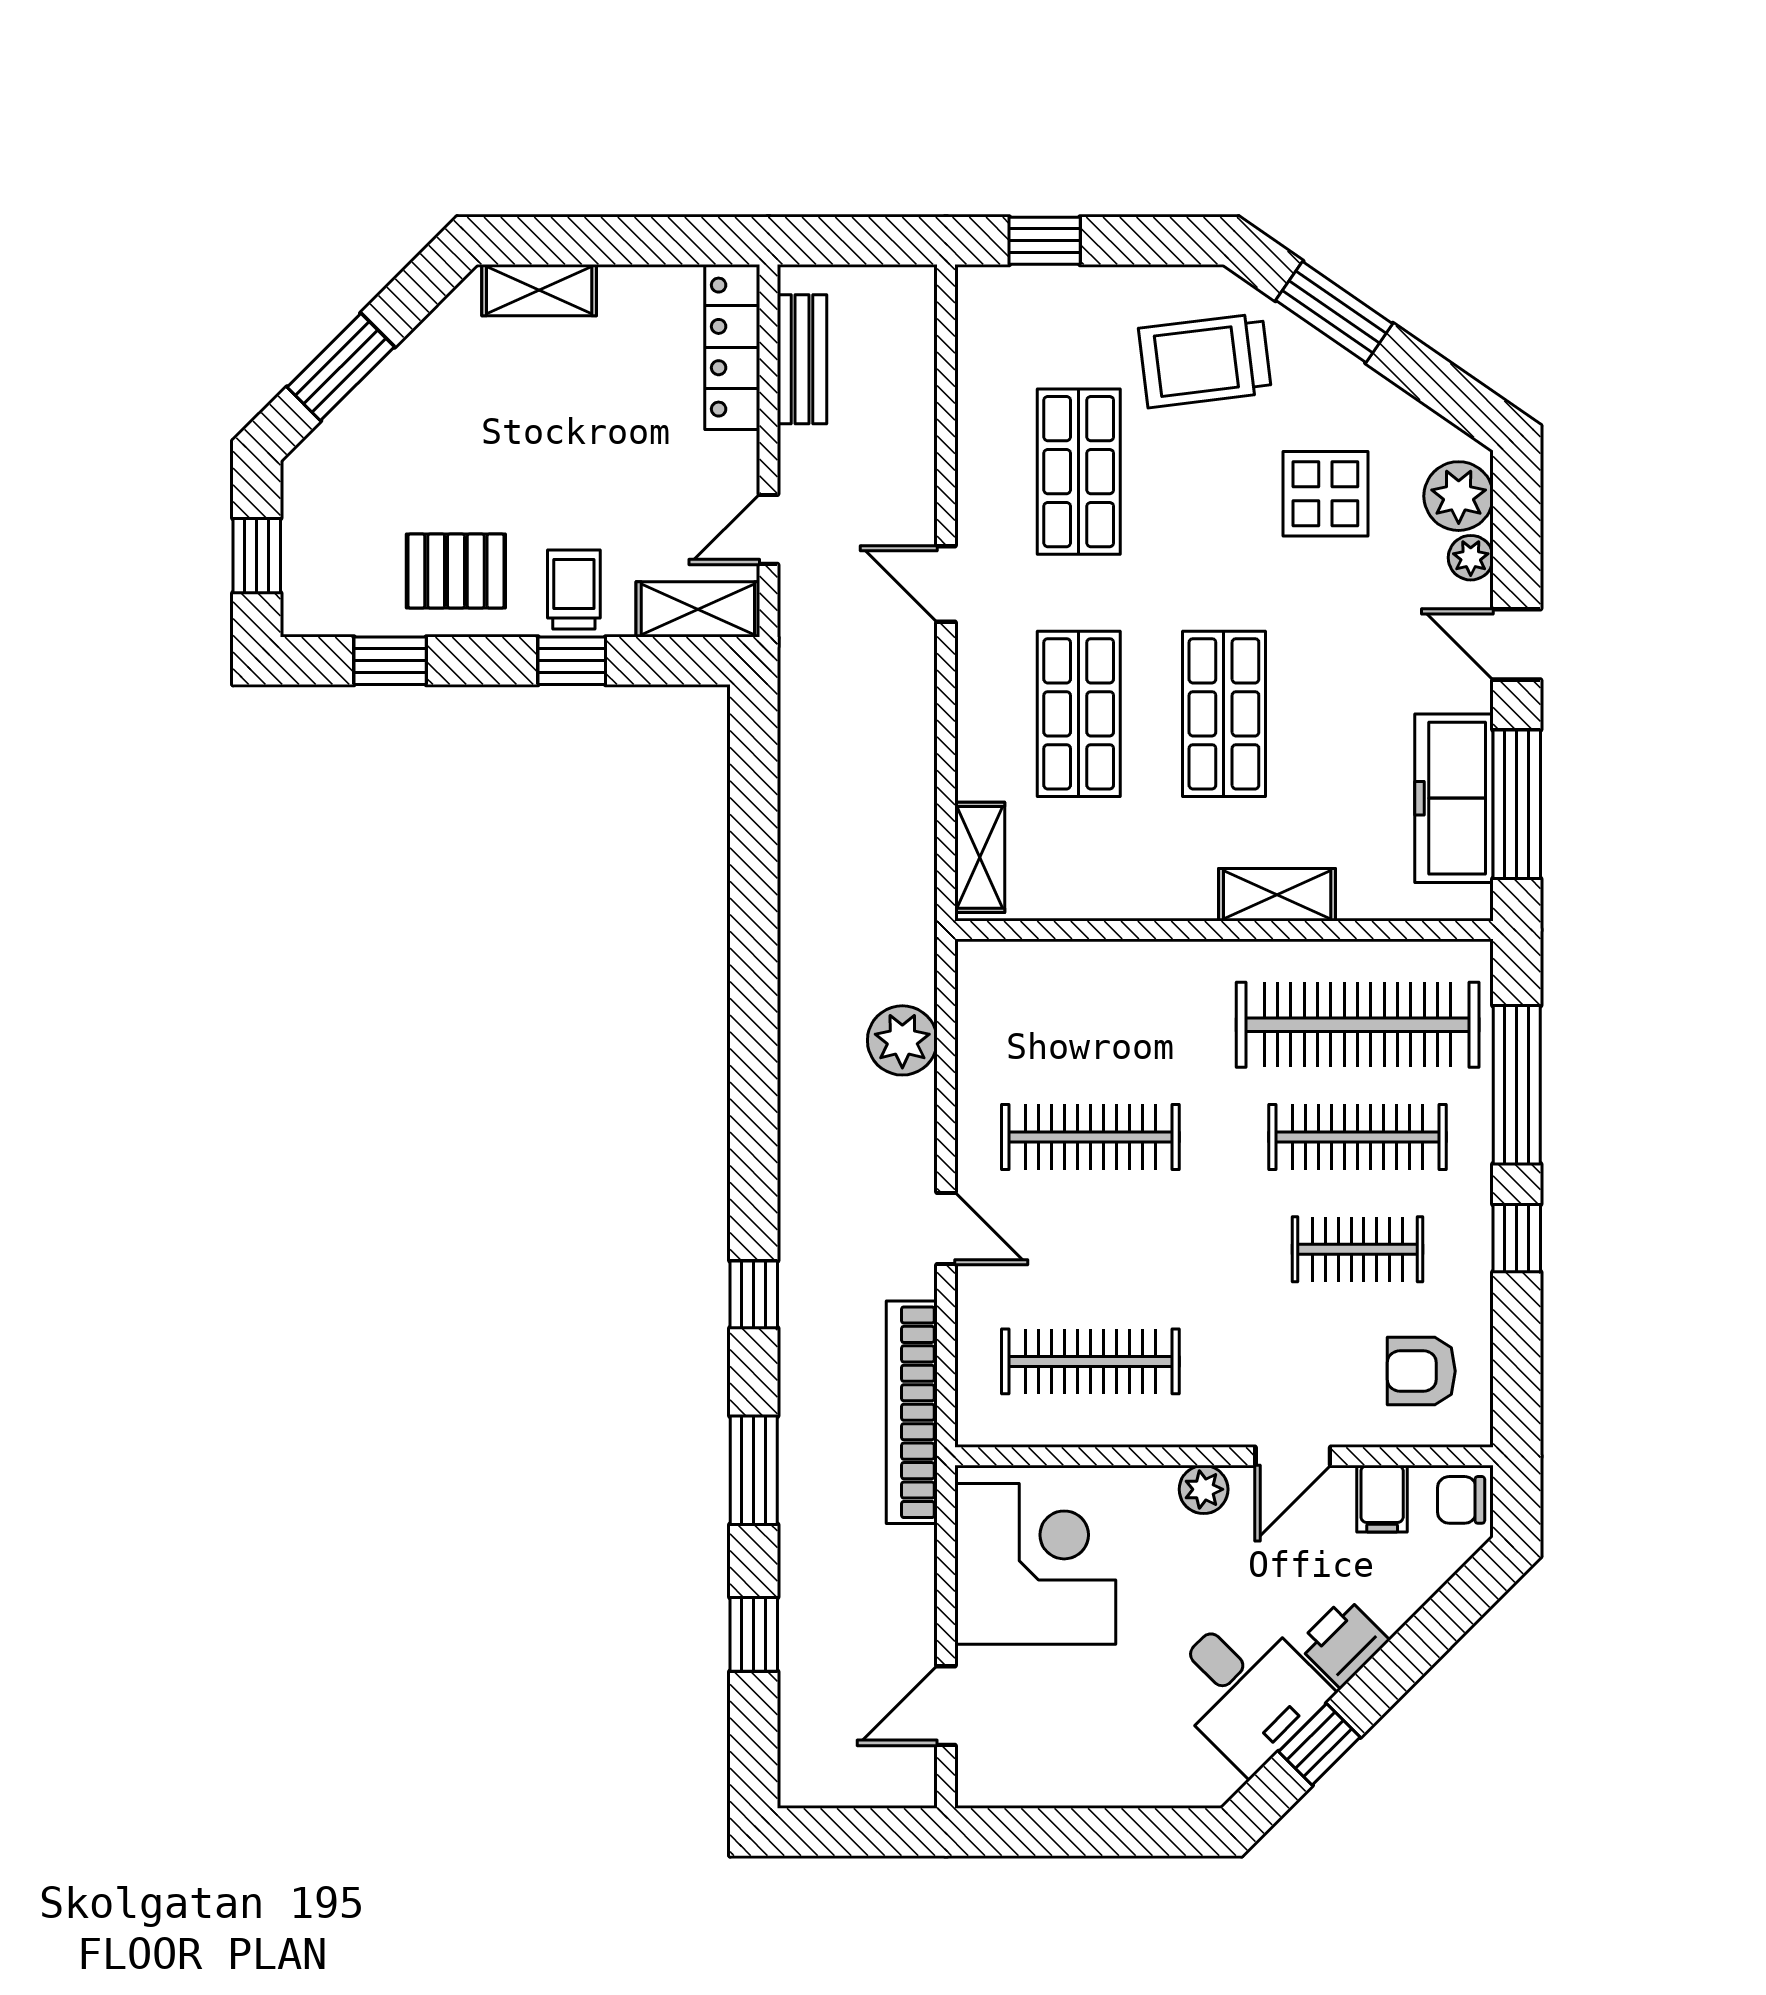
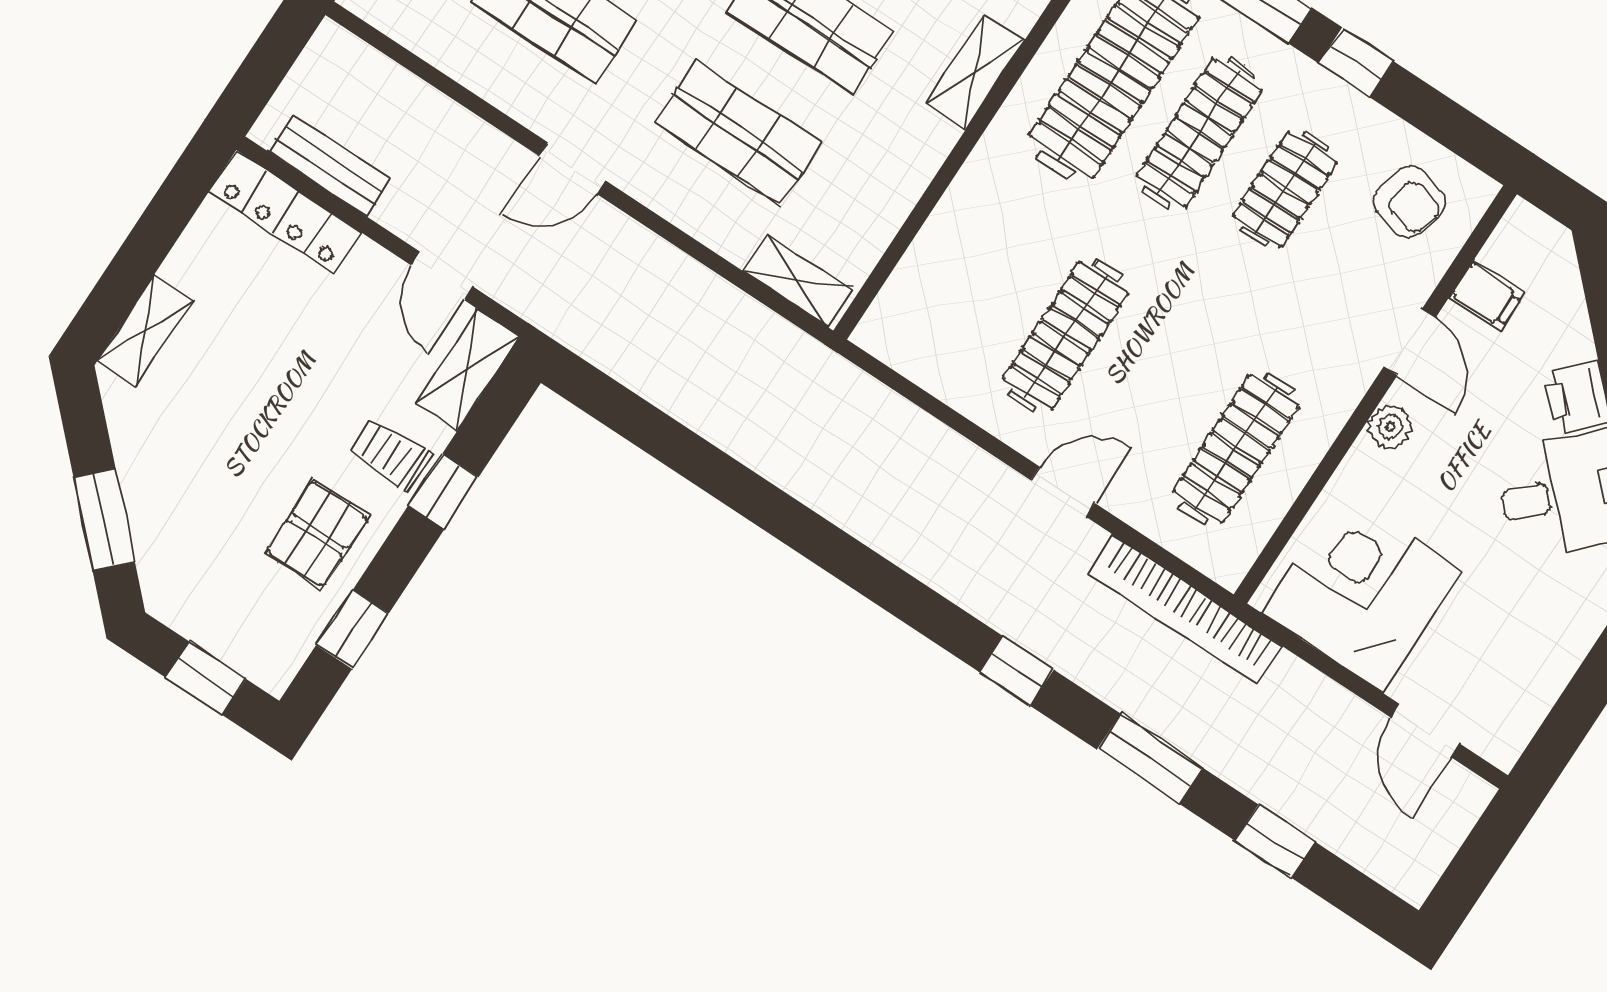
plant: (902, 1040) -> (898, 430), removed
armchair: (1421, 1371) -> (1409, 202), turned -75
chair: (1461, 1500) -> (1527, 236), removed

